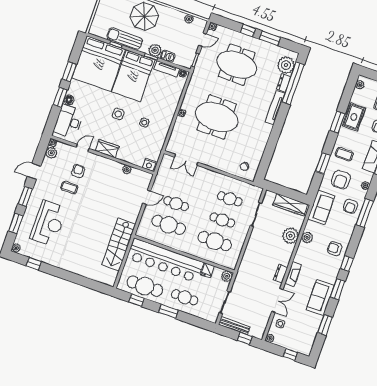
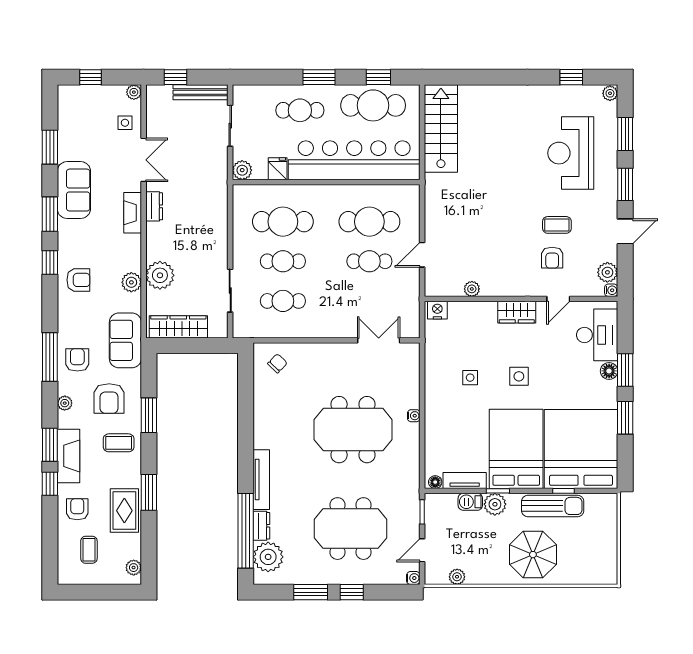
armchair: (341, 180) -> (109, 398), turned 180
stairs: (119, 245) -> (441, 129), moved
double door: (277, 300) -> (144, 160), swing flipped

